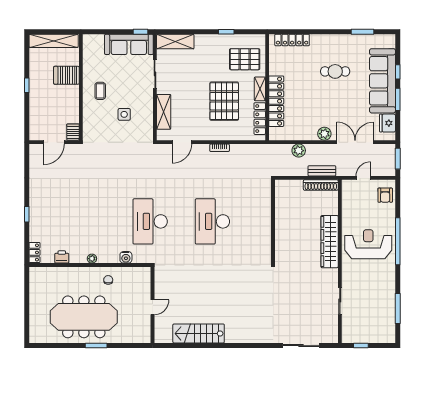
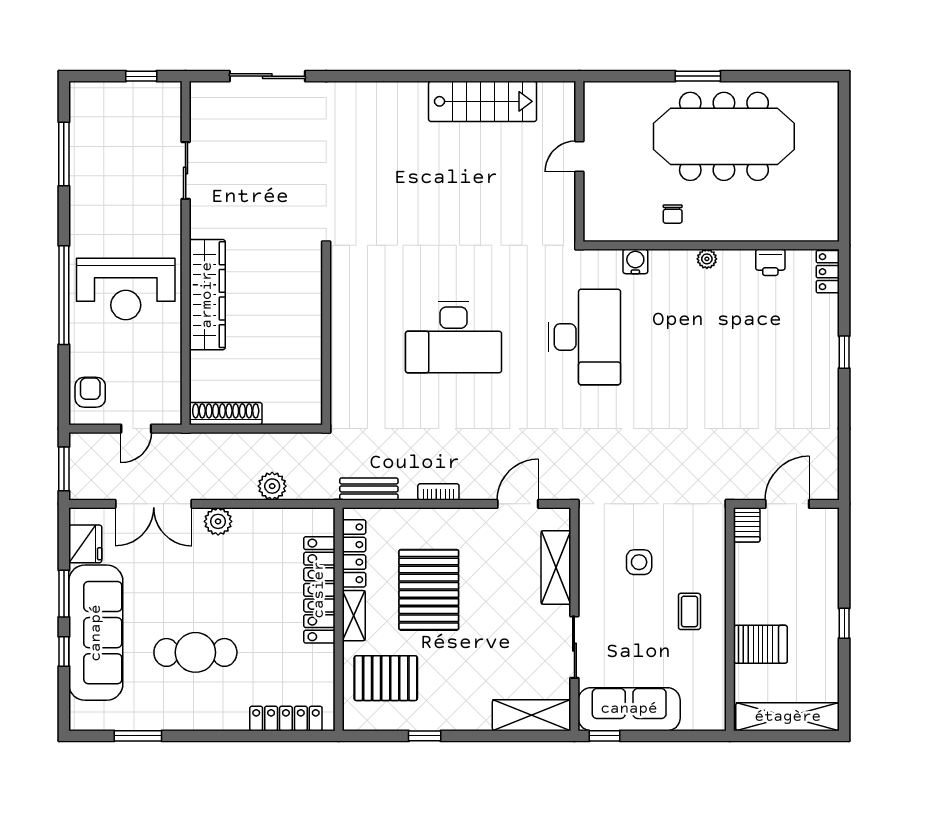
cafe table: (335, 71) -> (195, 652), width x1.37, depth x1.35
bench: (322, 171) -> (369, 489), moved
desk: (212, 221) -> (454, 337), turned 90

